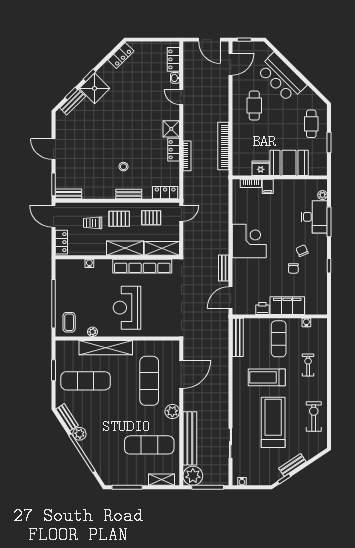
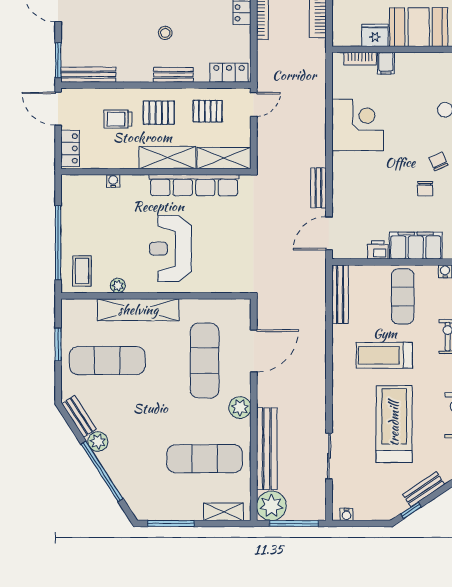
bench: (68, 194) -> (88, 75), width x1.36
corner desk: (249, 241) -> (358, 125), moved

